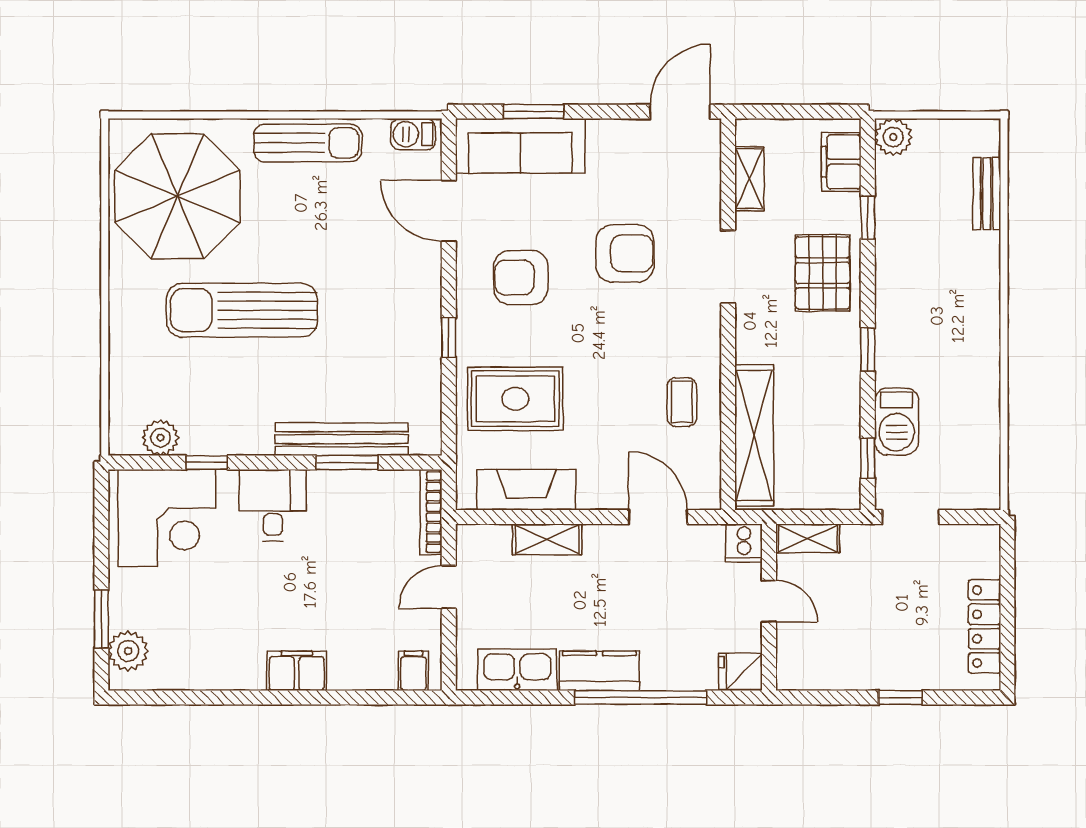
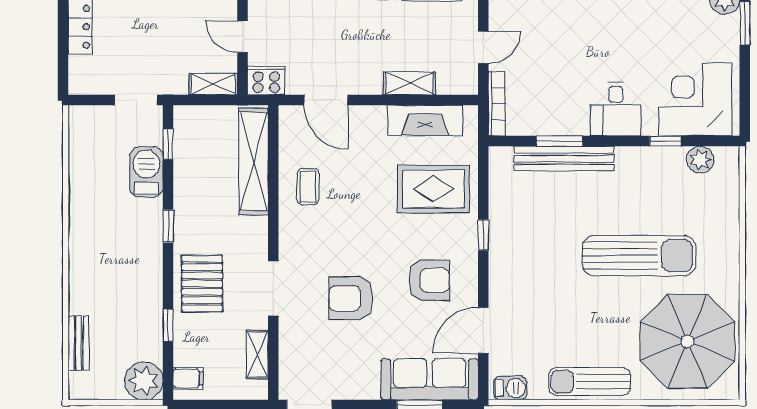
plant: (893, 137) -> (144, 381), width x1.36, depth x1.36
filing cabinet: (841, 162) -> (188, 378), width x0.50
door: (449, 211) -> (483, 330), swing flipped
cooker: (744, 543) -> (266, 80), width x1.36

